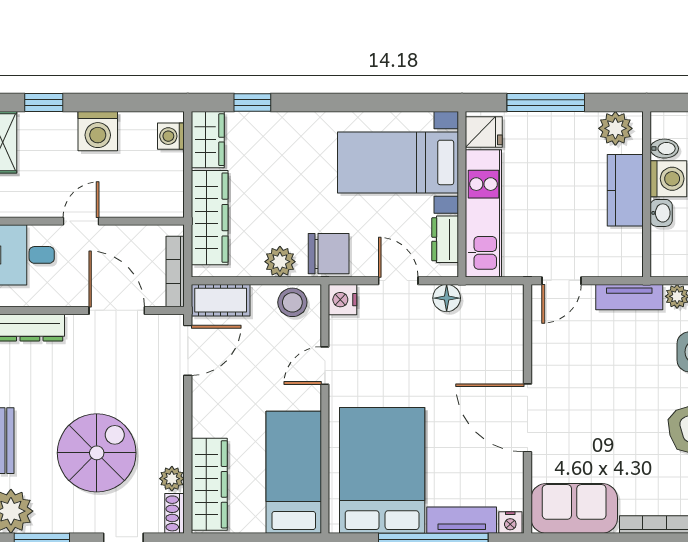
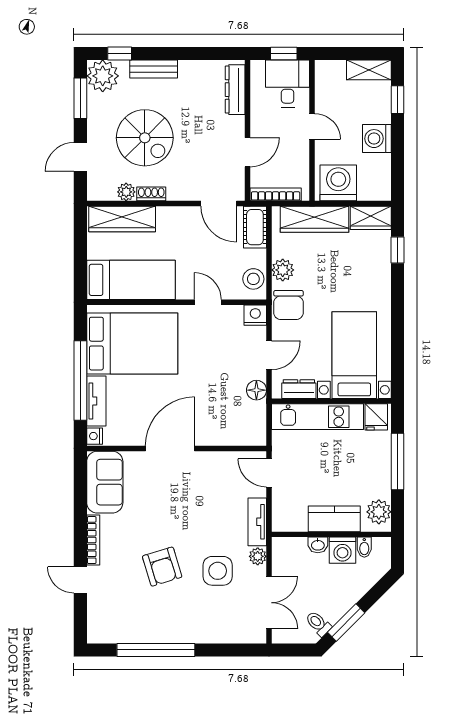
washing machine: (171, 136) -> (338, 183), moved, width x1.89, depth x1.89
door: (117, 310) -> (248, 152), width x0.73
shoe rack: (175, 513) -> (151, 194), moved

